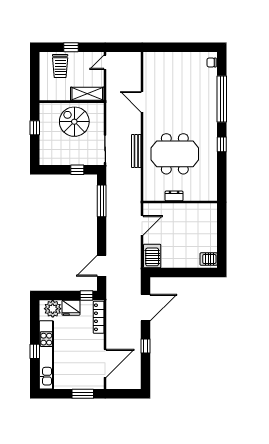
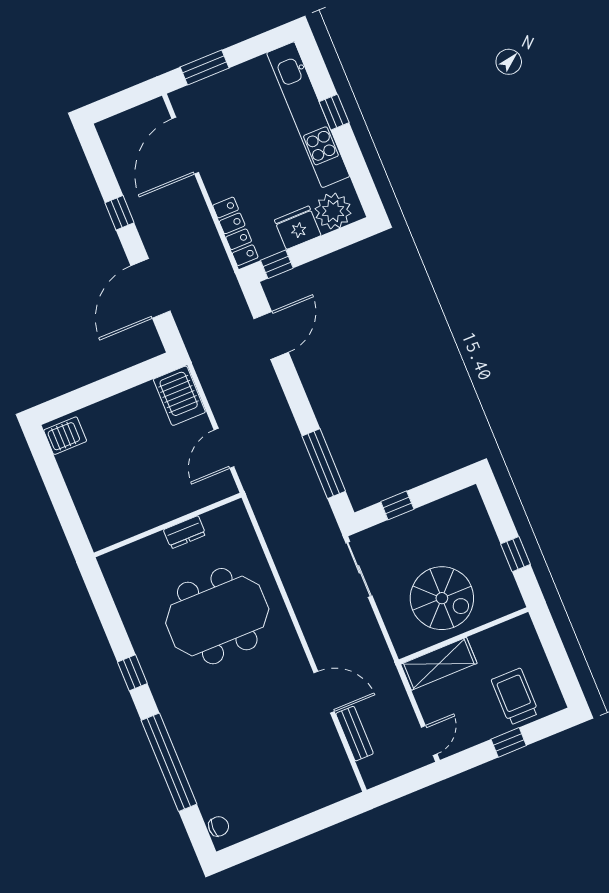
bench: (136, 151) -> (355, 734), moved, width x0.73

